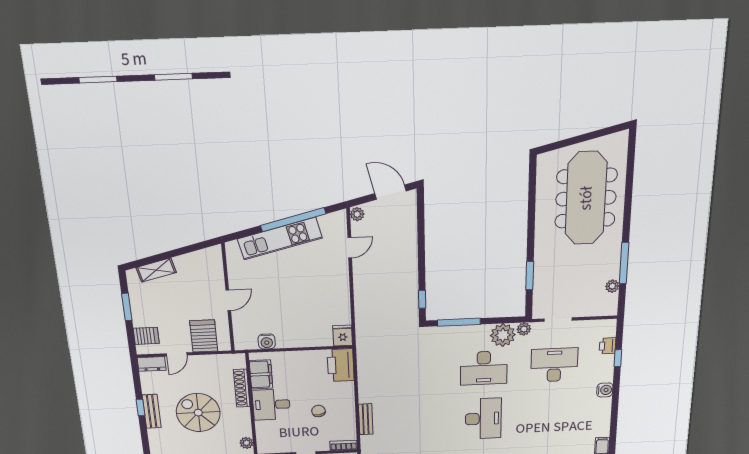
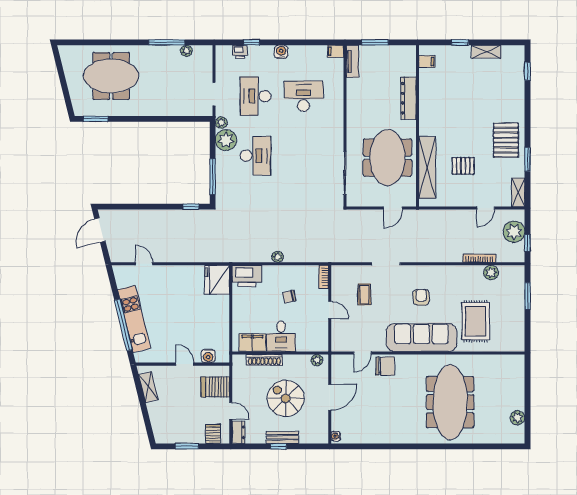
meeting table: (586, 198) -> (111, 76), width x0.73
plant: (357, 214) -> (278, 257), moved
window: (293, 220) -> (123, 325), moved
shelving: (156, 270) -> (148, 387), moved
window: (530, 276) -> (96, 119), moved
fridge: (343, 336) -> (217, 280), width x1.88, depth x1.34
water cooler: (267, 341) -> (208, 356), moved, turned 90
spiral stairs: (198, 413) -> (286, 398), turned 90
bench: (366, 419) -> (299, 257), removed
desk: (483, 419) -> (304, 96), moved

